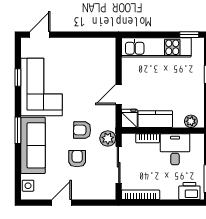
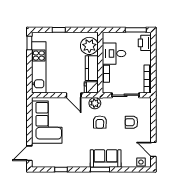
door: (40, 35) -> (29, 153), hinge flipped
corner sofa: (42, 87) -> (47, 122), moved, turned 90
plant: (191, 121) -> (89, 46), width x1.87, depth x1.87
plant: (108, 138) -> (95, 103), moved
sofa: (33, 145) -> (106, 158), width x0.73
armchair: (77, 159) -> (131, 122), moved
door: (62, 203) -> (153, 149), moved

